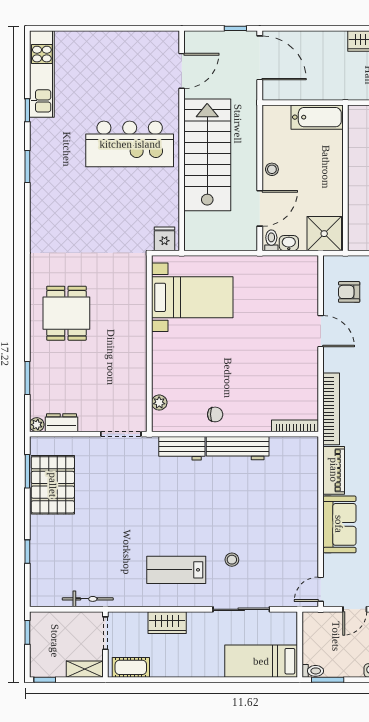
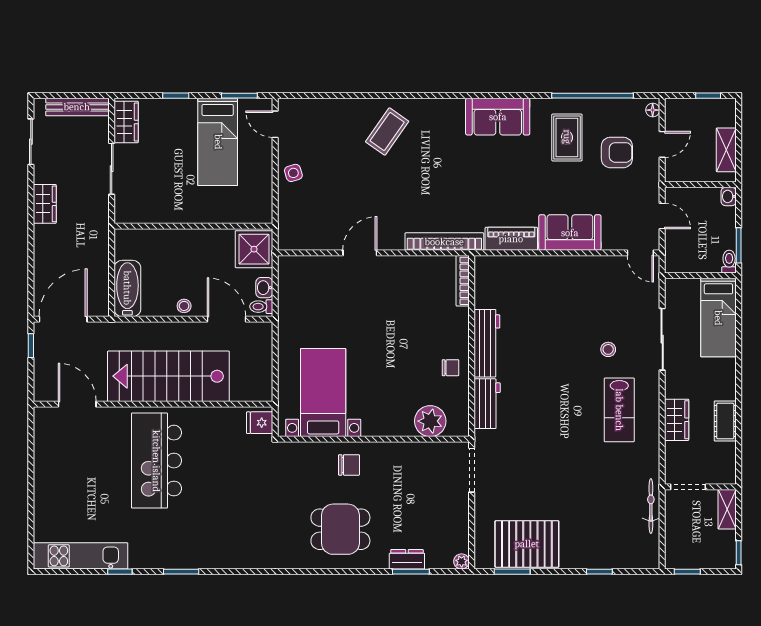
bathtub: (317, 117) -> (127, 288), moved
kitchen island: (130, 144) -> (156, 461), turned 180
armchair: (349, 292) -> (317, 222), removed
chair: (126, 321) -> (349, 465), added
plant: (159, 403) -> (430, 421), width x1.88, depth x1.88
chair: (215, 414) -> (450, 368), turned 90
dresser: (61, 423) -> (407, 559), moved, turned 90
cot: (131, 667) -> (725, 421), moved

